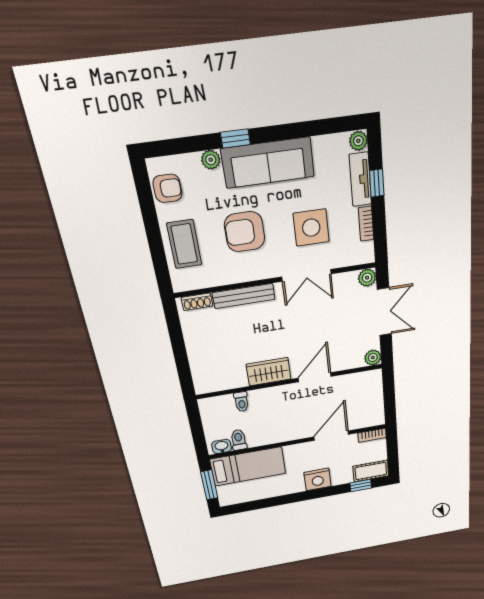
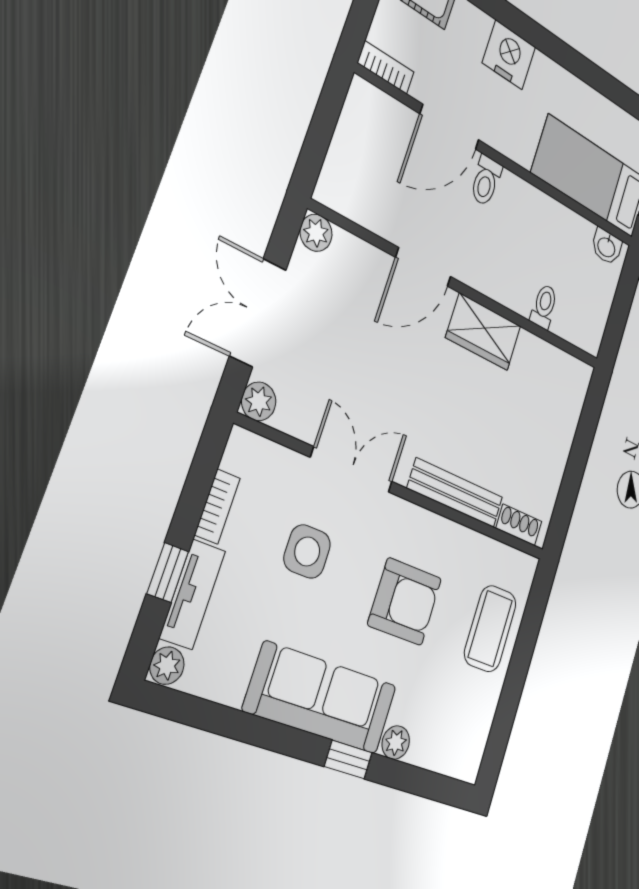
armchair: (167, 188) -> (470, 727), removed
side table: (311, 228) -> (307, 551), width x0.73, depth x0.73
toilet: (239, 440) -> (486, 181), moved

